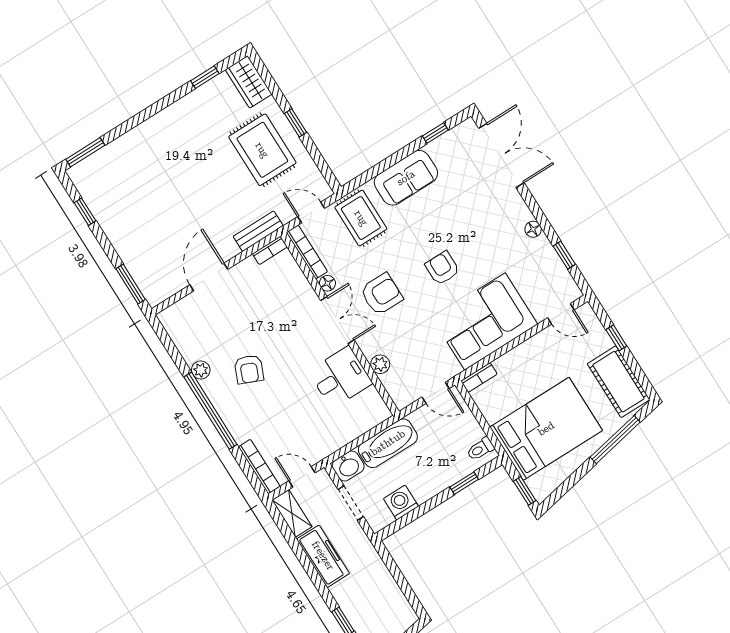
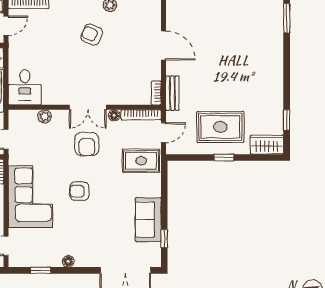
sofa: (406, 178) -> (148, 220), moved
armchair: (442, 268) -> (79, 191), turned 180
desk: (340, 377) -> (25, 87), moved

